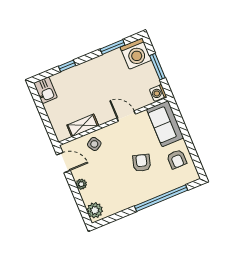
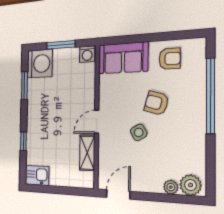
door: (126, 116) -> (97, 122), moved
side table: (94, 144) -> (139, 132), moved
plant: (81, 184) -> (171, 187), moved

